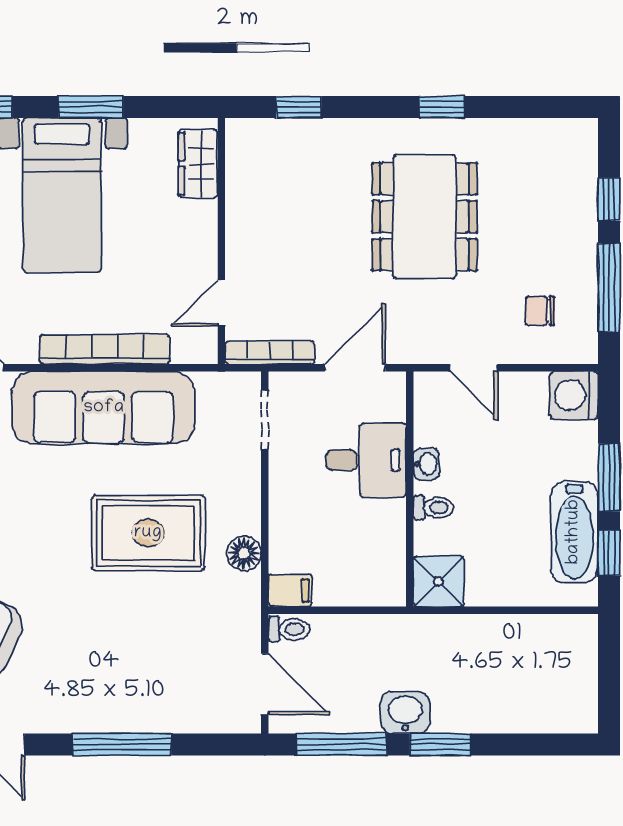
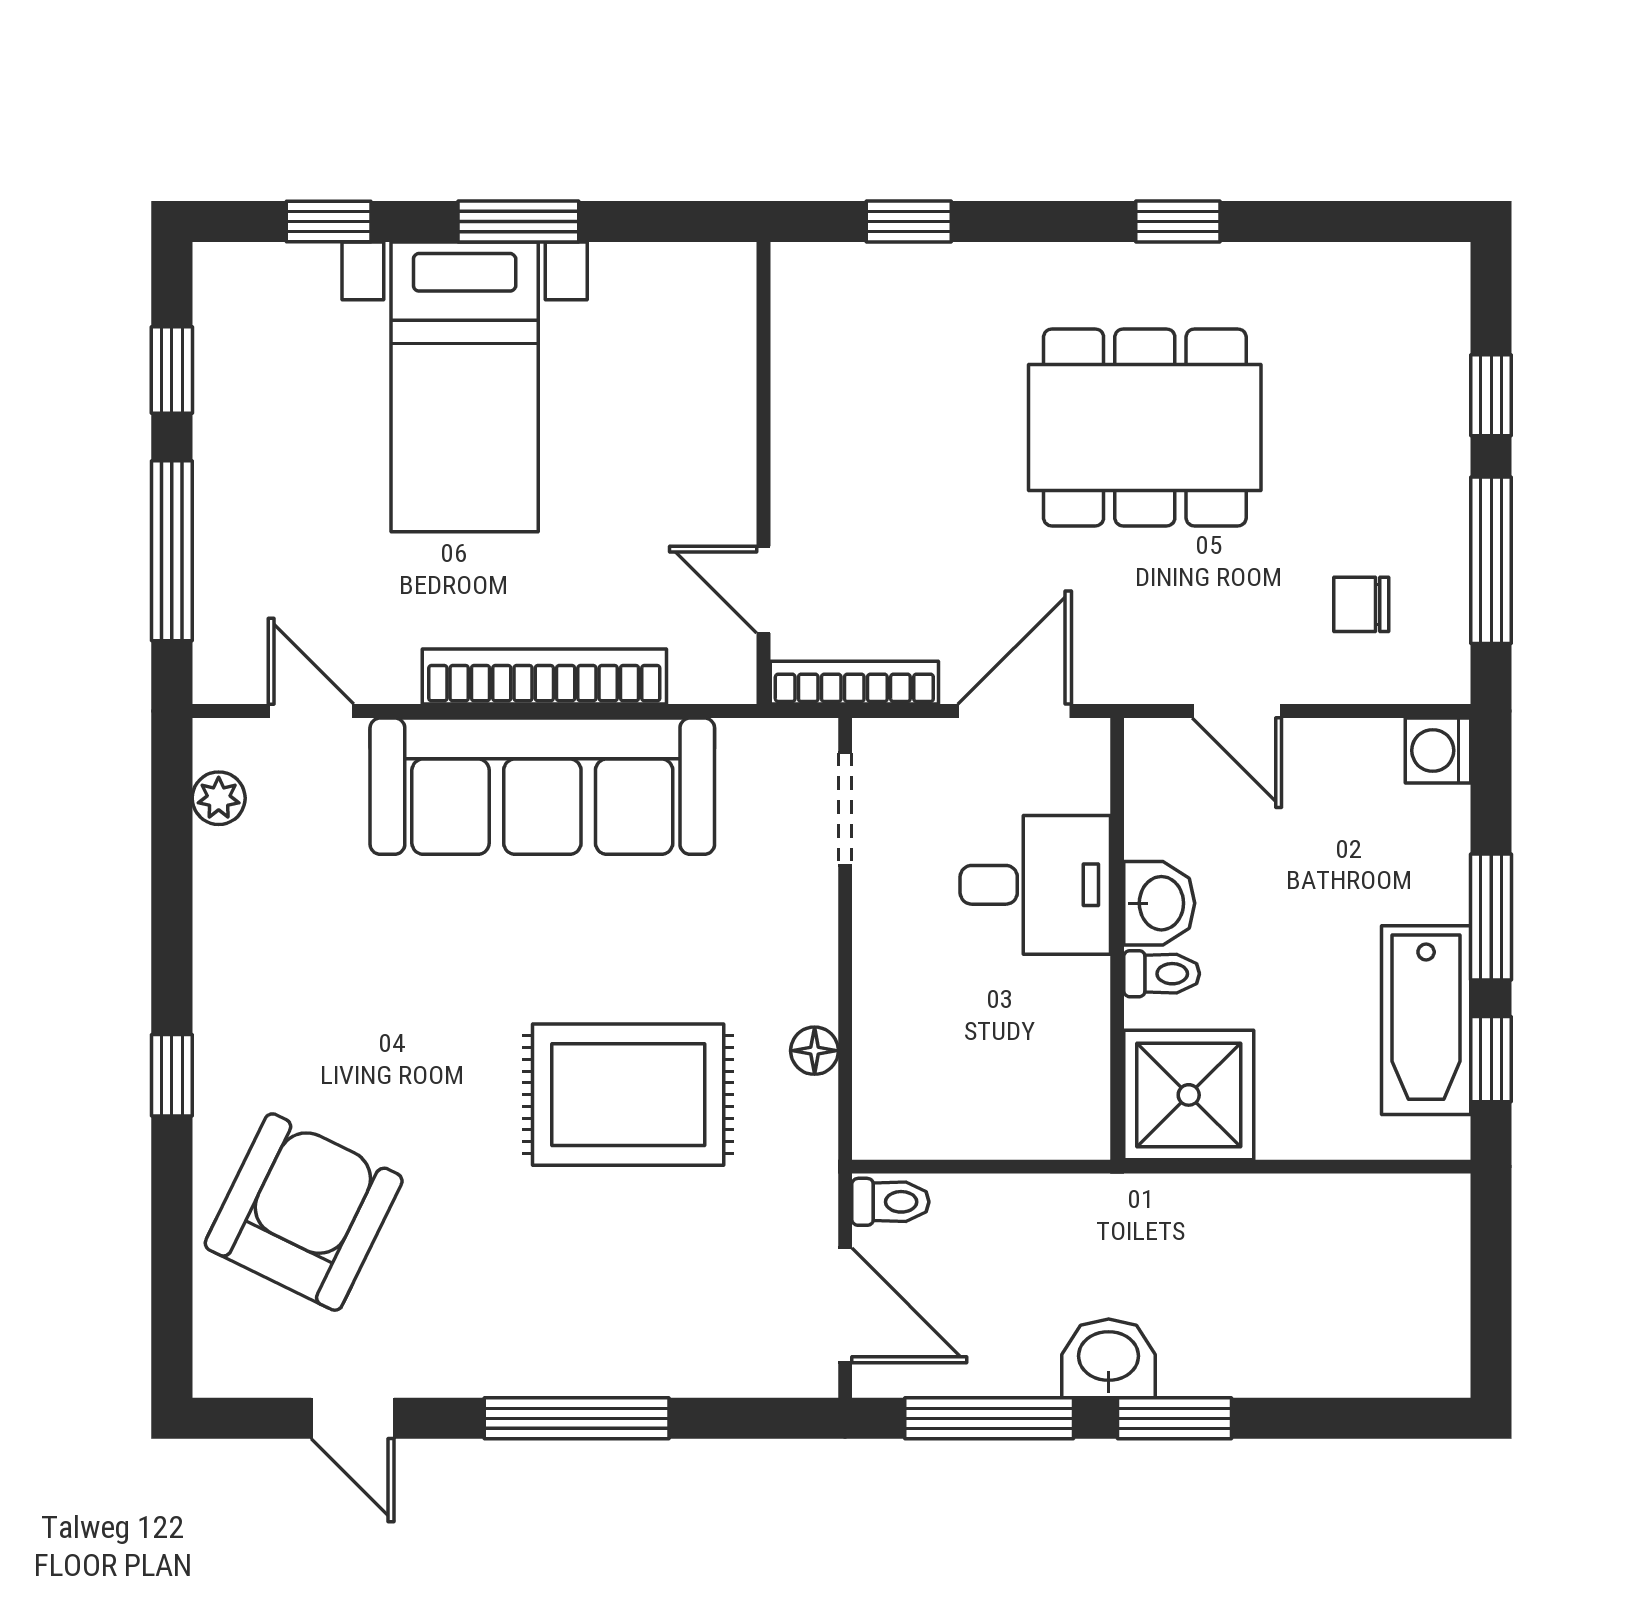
wardrobe: (198, 164) -> (720, 328), removed
dining table: (425, 217) -> (1145, 427), turned 90
door: (221, 303) -> (763, 590), hinge flipped
washing machine: (574, 395) -> (1438, 750), width x0.73, depth x0.73
washbasin: (426, 464) -> (1159, 903), width x1.38, depth x1.45
rug: (148, 533) -> (628, 1095), moved
floor lamp: (244, 553) -> (815, 1051), width x0.73, depth x0.73
shower: (439, 581) -> (1189, 1095), width x1.36, depth x1.36
filing cabinet: (290, 590) -> (893, 1129), removed

